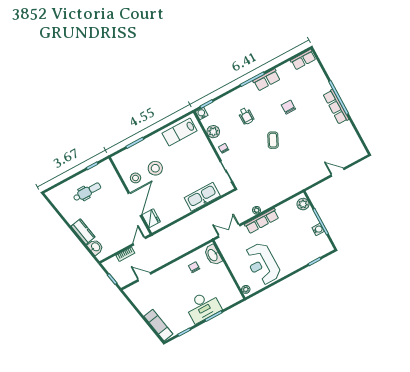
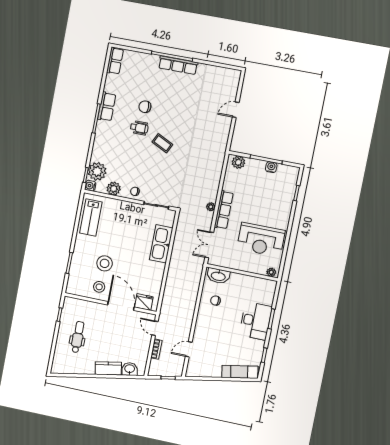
plant: (216, 110) -> (97, 171), added
wheelchair: (246, 116) -> (139, 128), moved

